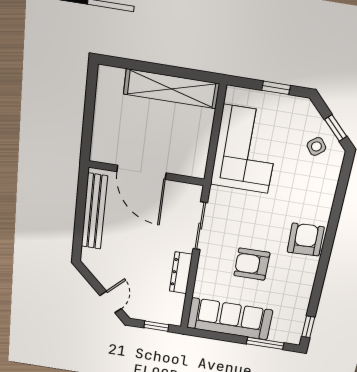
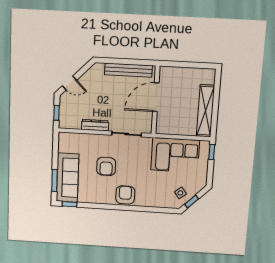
window: (276, 88) -> (212, 152), moved
armchair: (306, 240) -> (125, 195), turned -88
armchair: (252, 264) -> (106, 166), turned 180
sofa: (230, 319) -> (67, 178), moved

